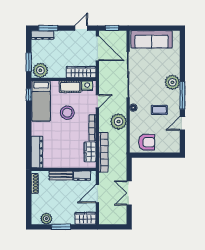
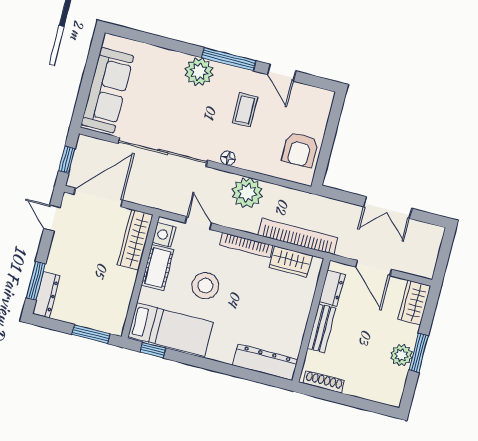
plant: (40, 70) -> (112, 316), removed
armchair: (147, 142) -> (300, 150), turned 180
plant: (46, 219) -> (401, 355), moved

